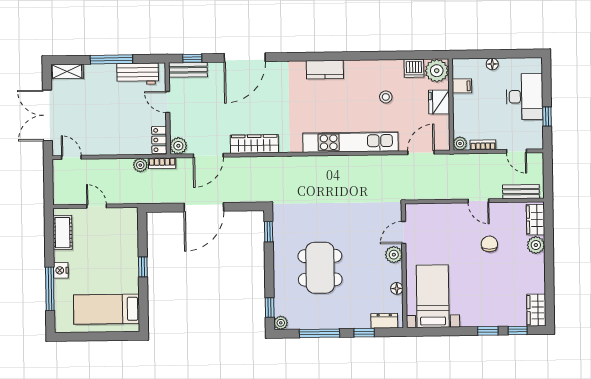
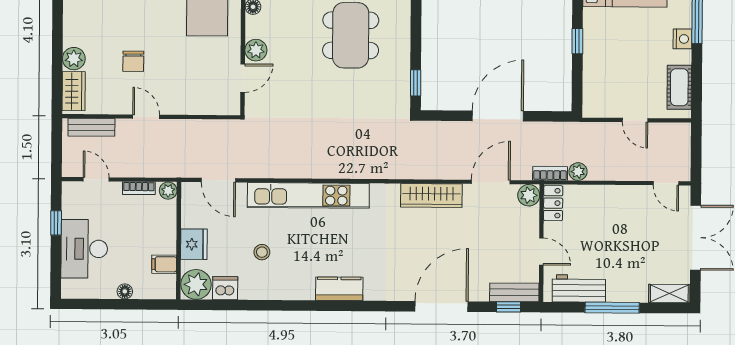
door: (421, 153) -> (218, 180), hinge flipped

